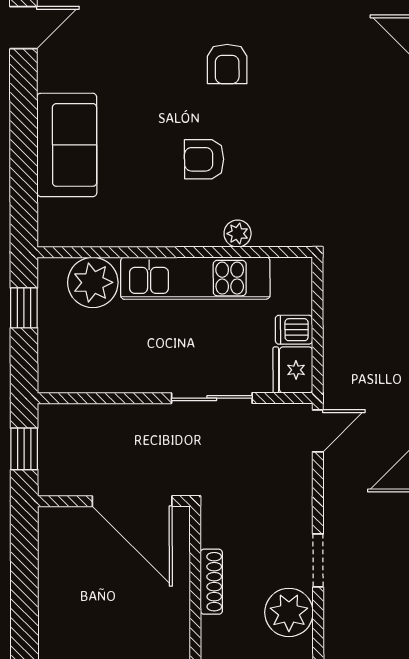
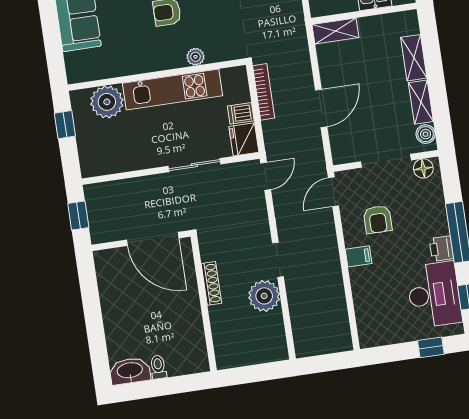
bookcase: (333, 302) -> (264, 92), added

